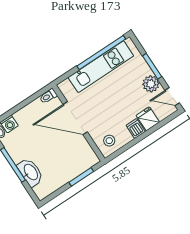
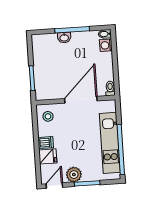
washbasin: (30, 172) -> (64, 38), width x0.52, depth x0.69

